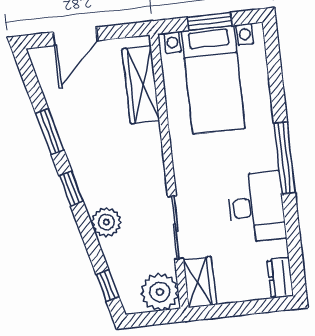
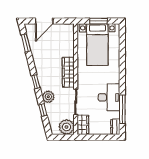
wardrobe: (141, 85) -> (68, 72), moved
window: (50, 131) -> (26, 43), moved
window: (284, 158) -> (122, 109), moved
window: (108, 286) -> (43, 110), moved

